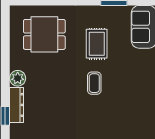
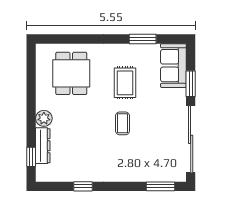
dining table: (44, 34) -> (71, 73), turned 90

